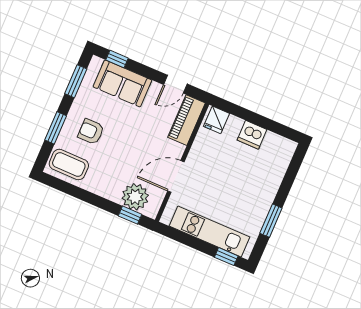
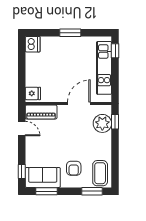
sofa: (122, 83) -> (43, 177), moved, turned -90
window: (56, 128) -> (92, 191), moved
dishwasher: (252, 135) -> (33, 44), moved
door: (176, 176) -> (79, 104), swing flipped
window: (271, 221) -> (70, 33), moved

